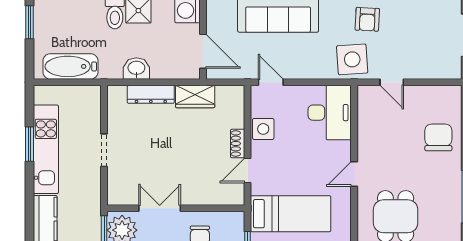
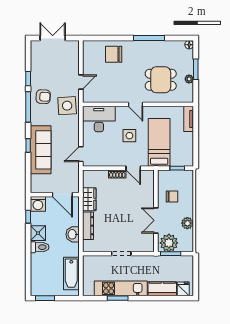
door: (203, 51) -> (62, 195), swing flipped
side table: (263, 129) -> (129, 136), moved

